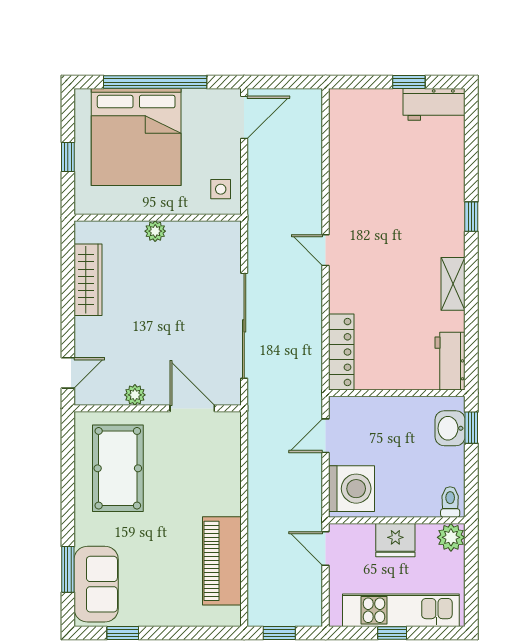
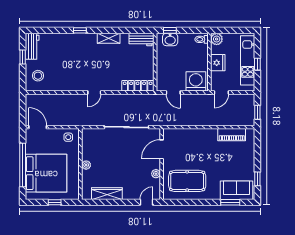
stool: (365, 118) -> (38, 76), added
door: (68, 373) -> (146, 202), hinge flipped
piano: (222, 561) -> (232, 135), width x0.73, depth x0.75

